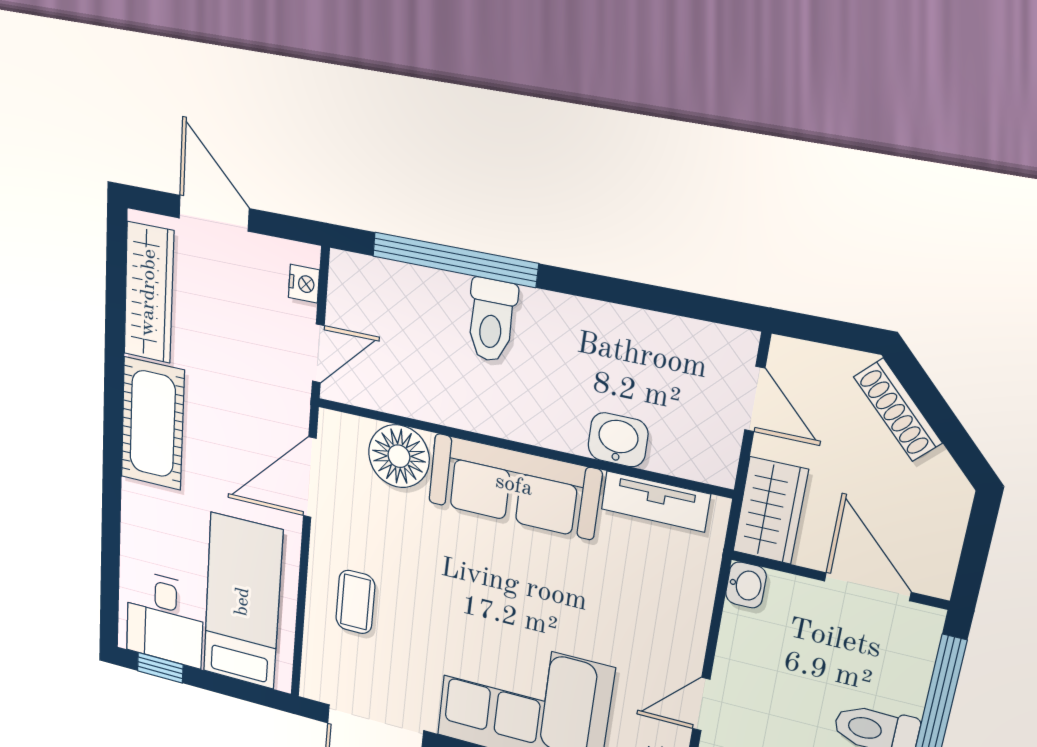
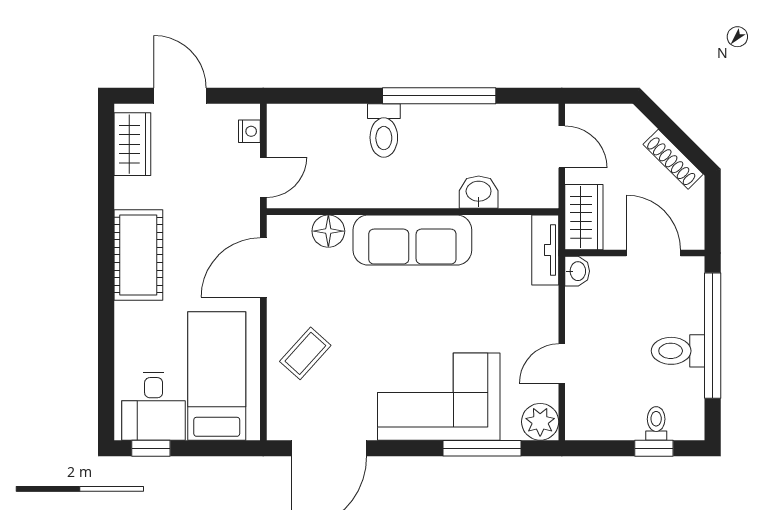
window: (455, 260) -> (439, 96), moved
wardrobe: (149, 293) -> (132, 144), width x0.67
shoe rack: (898, 410) -> (673, 159), moved
floor lamp: (399, 456) -> (328, 231), width x0.73, depth x0.73
tv unit: (656, 502) -> (545, 250), moved, turned 90
coffee table: (355, 602) -> (305, 353), turned 42

